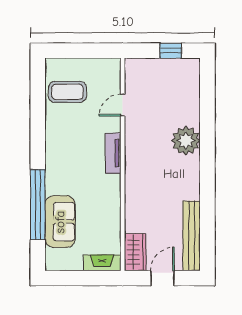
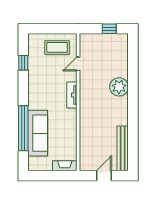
coffee table: (67, 92) -> (57, 47), moved
window: (38, 103) -> (23, 63), added
sofa: (60, 222) -> (38, 133), width x1.36
wardrobe: (135, 252) -> (86, 159), removed

